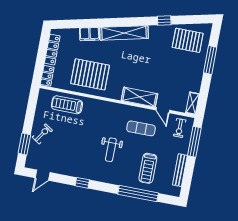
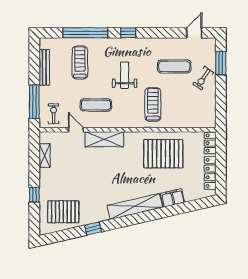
window: (210, 60) -> (34, 195), width x0.46
shelving: (192, 103) -> (45, 156), moved
treadmill: (67, 105) -> (153, 105), moved, turned -90
exercise mat: (66, 149) -> (174, 66), added
window: (82, 183) -> (128, 33), moved

